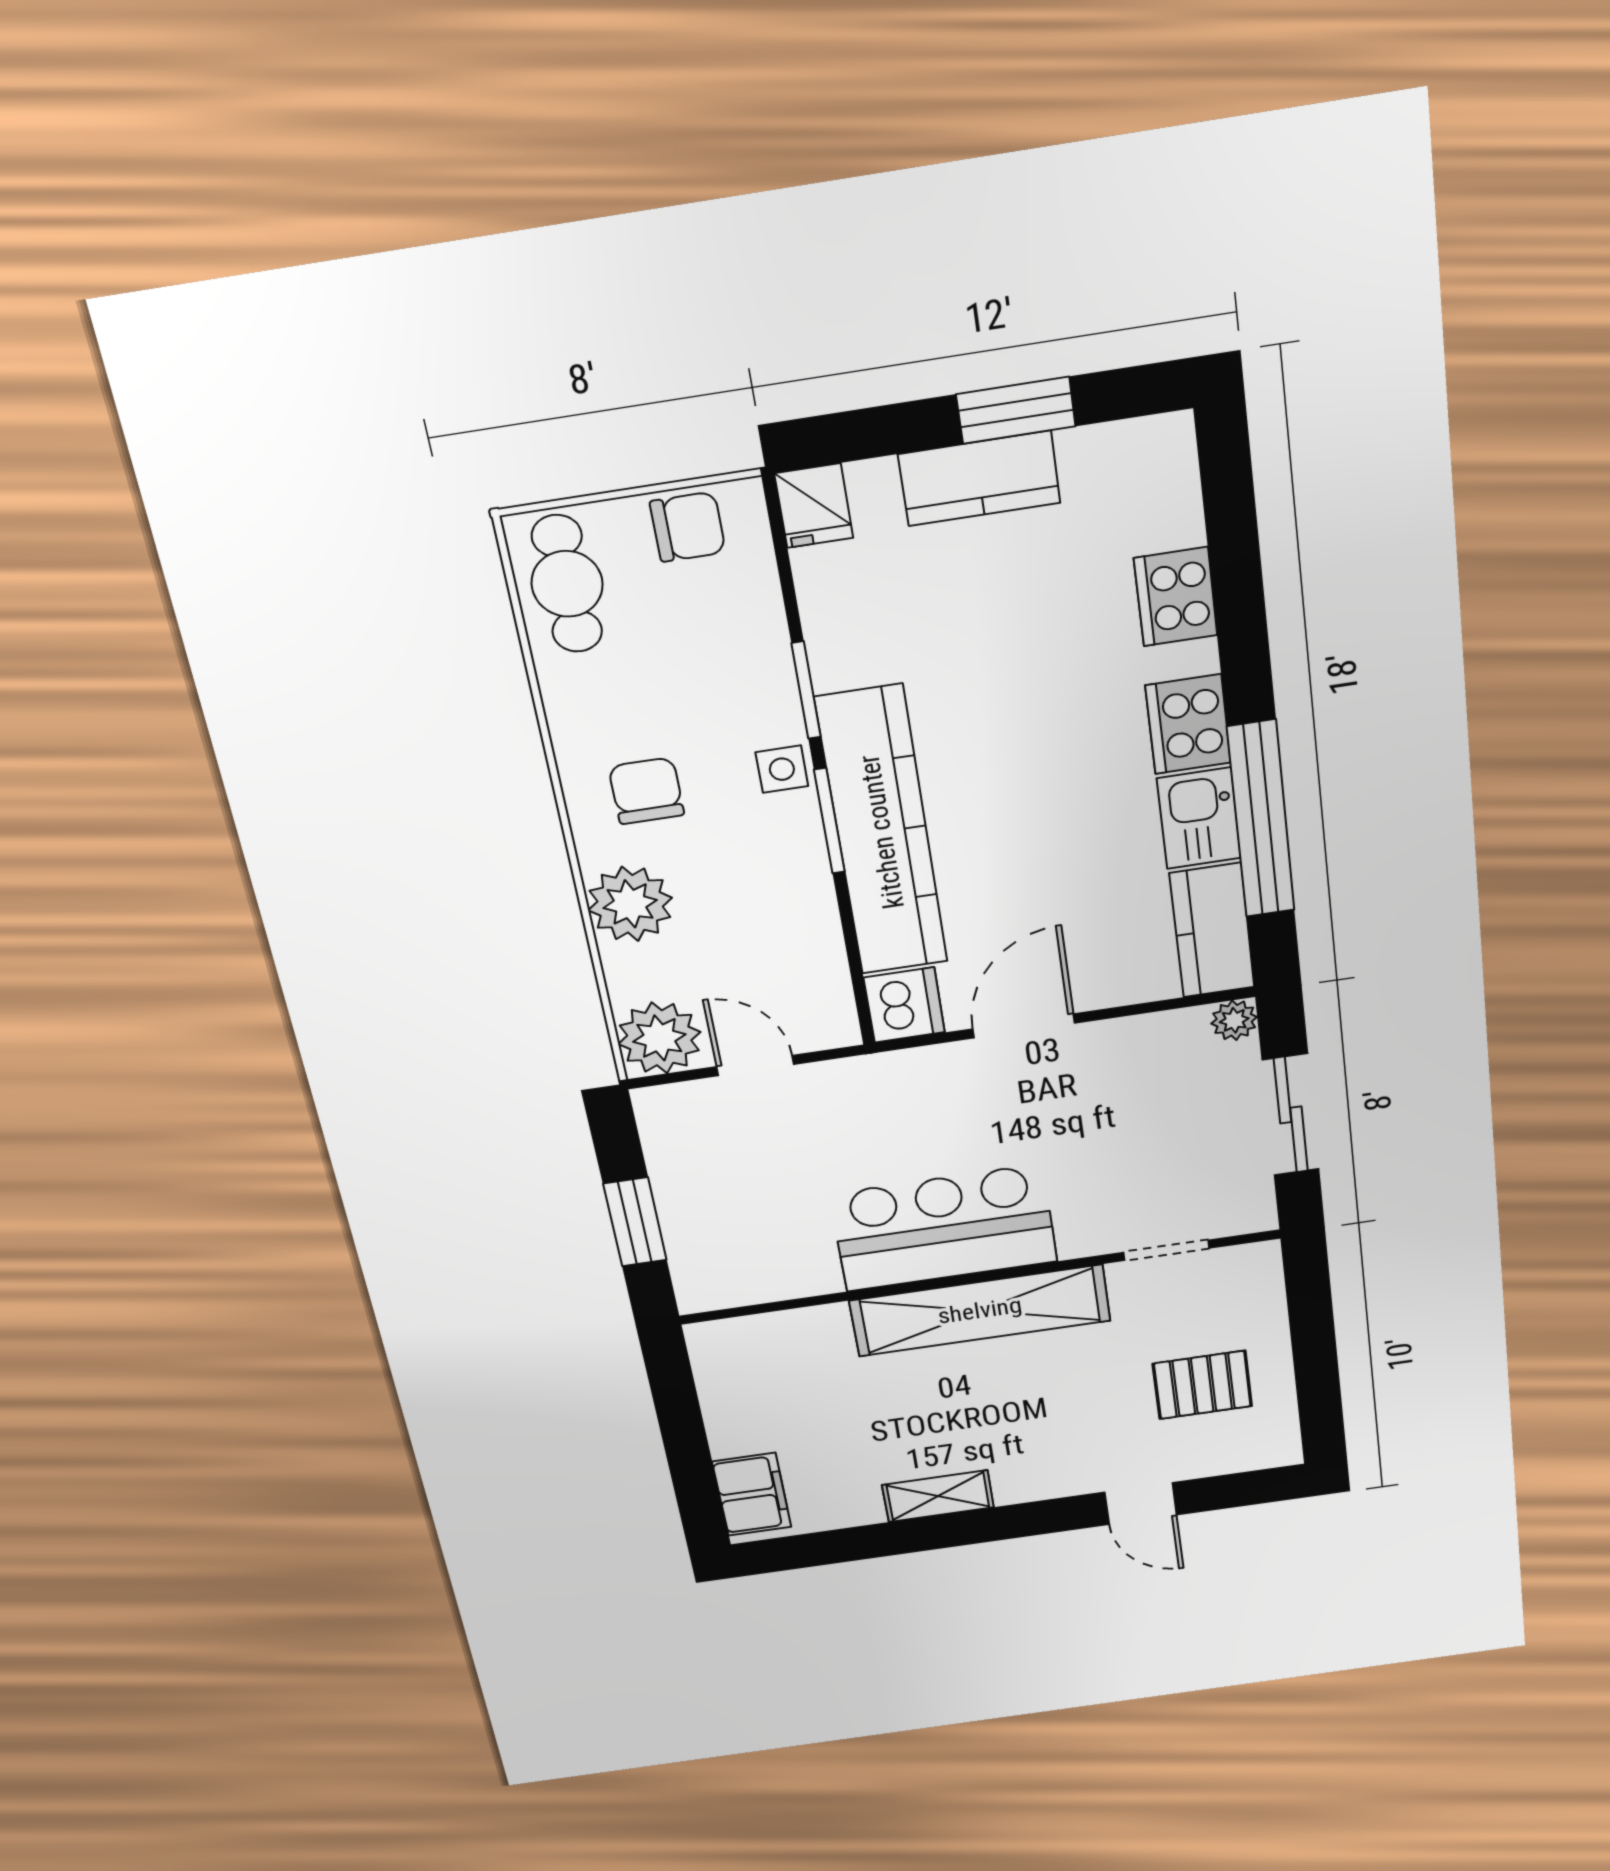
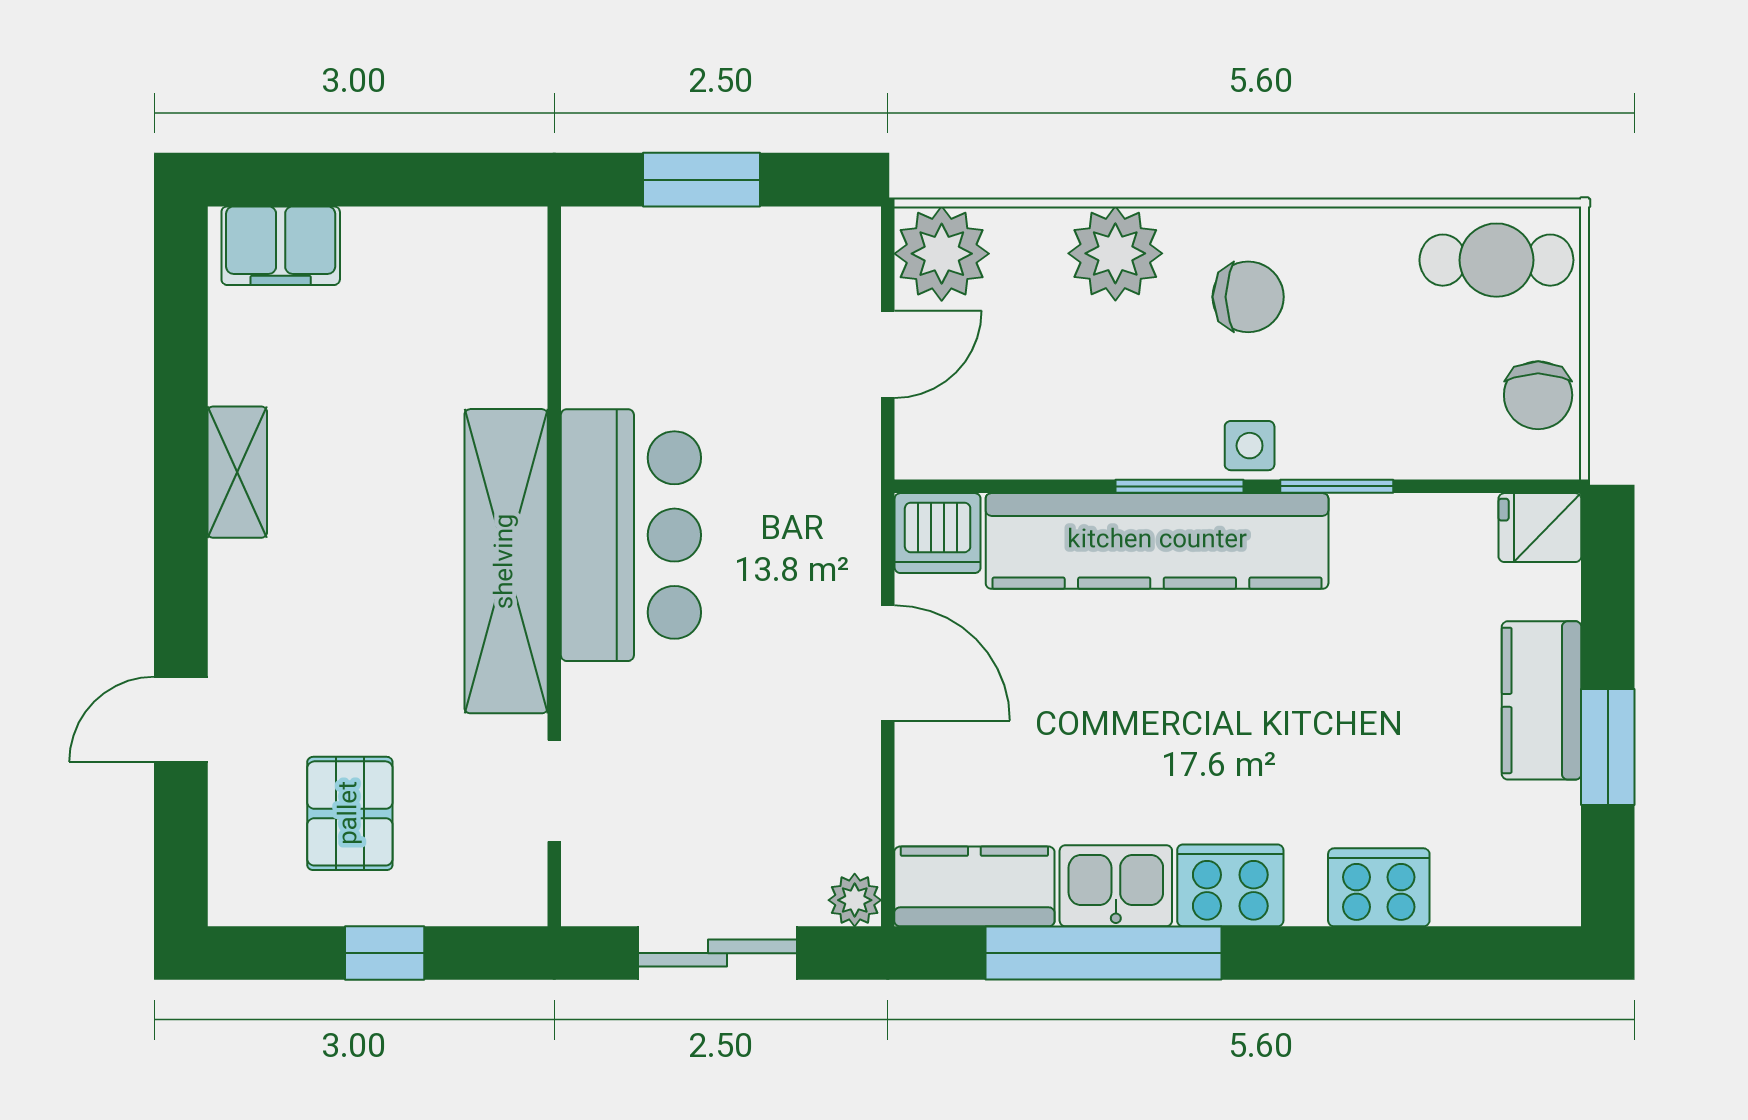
window: (1314, 1346) -> (385, 953), added

